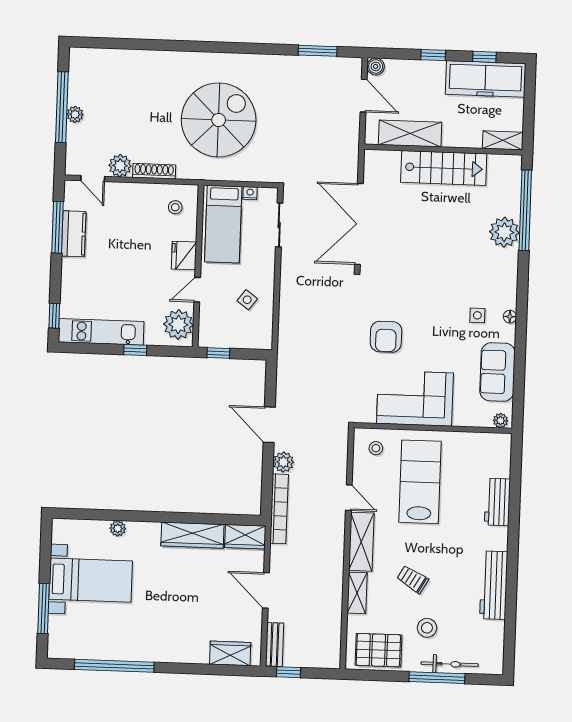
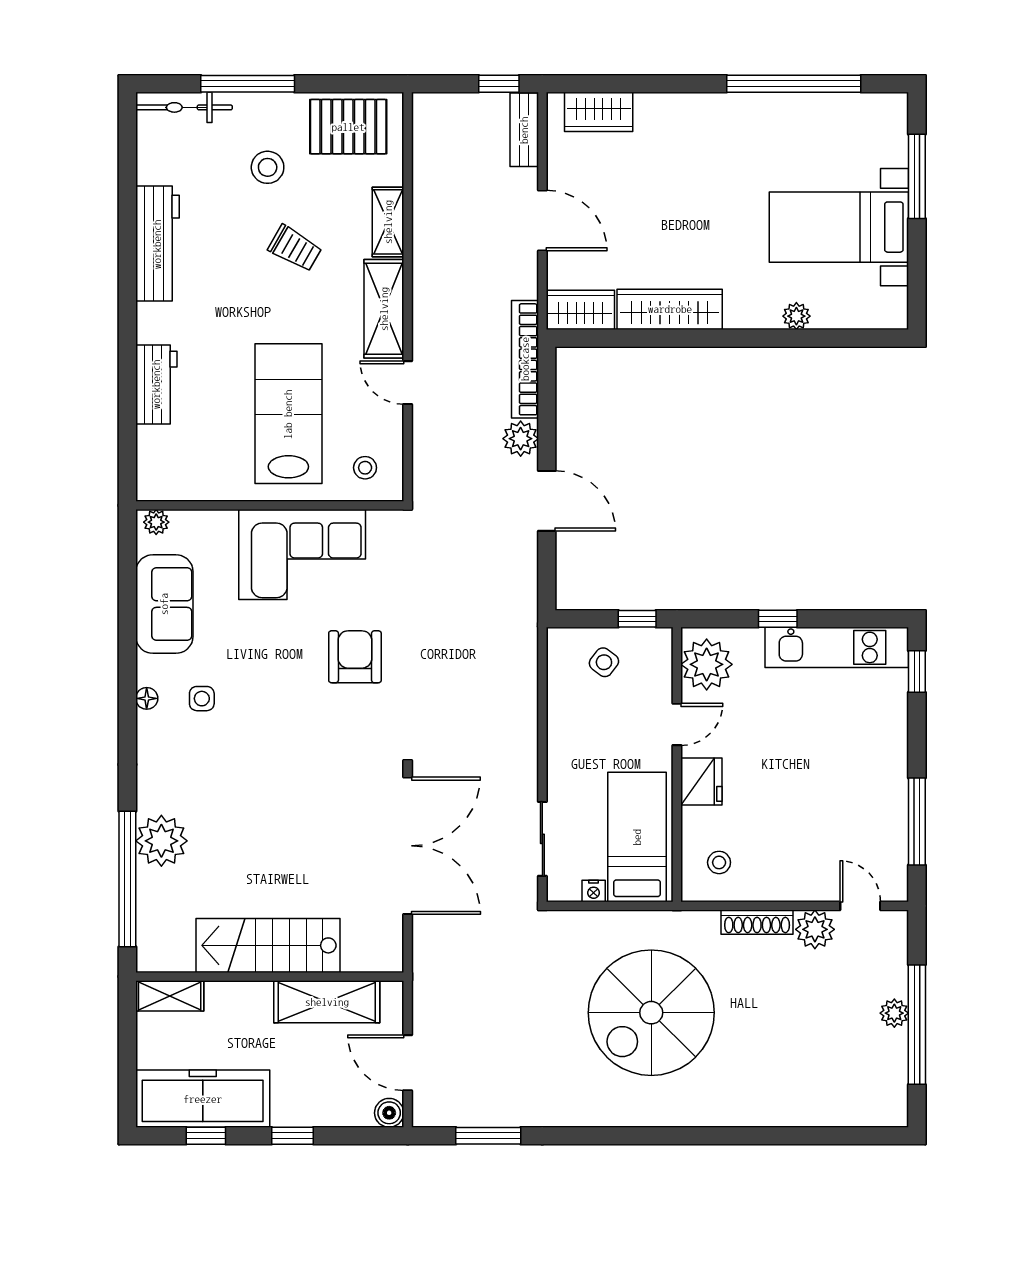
kitchen counter: (74, 234) -> (889, 811), removed
side table: (247, 300) -> (604, 662), moved
lab bench: (420, 482) -> (288, 414), turned 180
bicycle: (450, 664) -> (184, 107), moved

